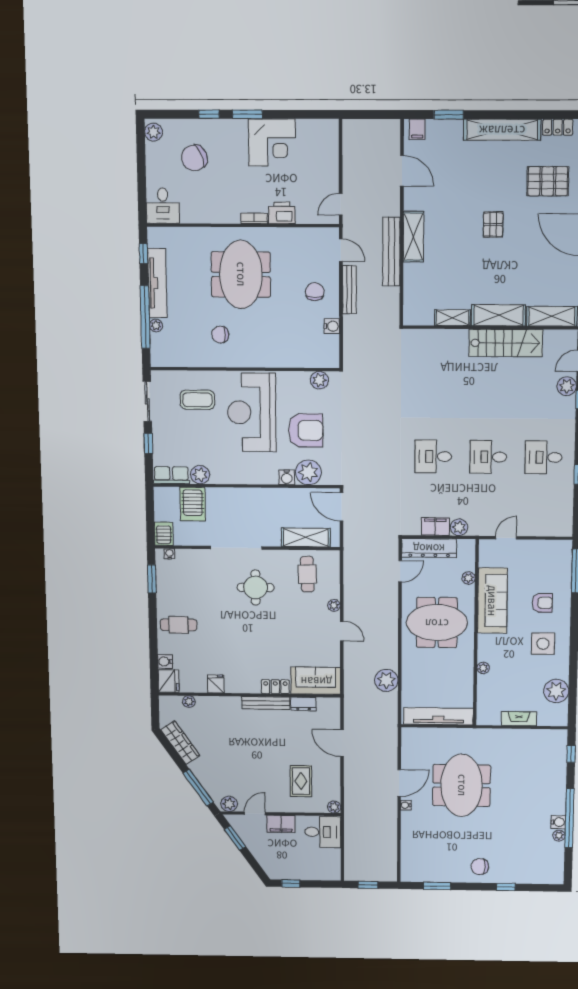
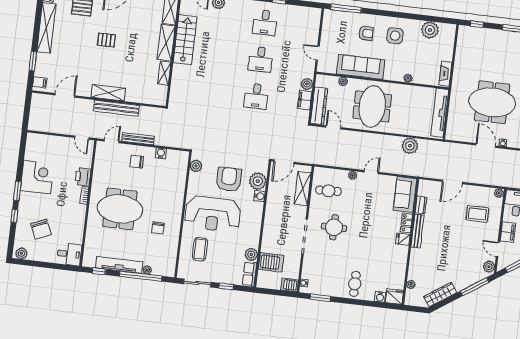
armchair: (542, 603) -> (366, 33), turned 90
fridge: (216, 684) -> (403, 239), moved
fireplace: (519, 719) -> (445, 74), moved

